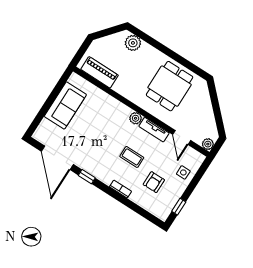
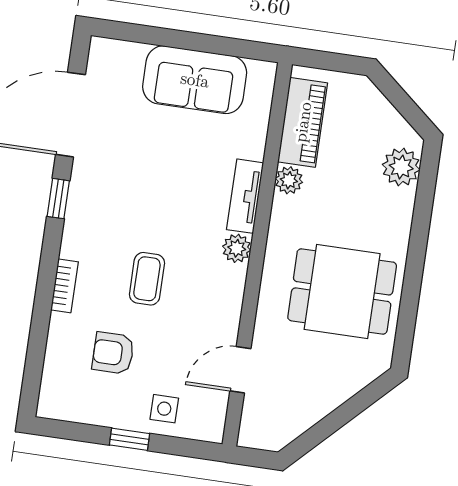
tv unit: (154, 130) -> (245, 196), moved
plant: (208, 144) -> (289, 180), moved
window: (179, 207) -> (129, 439), moved

